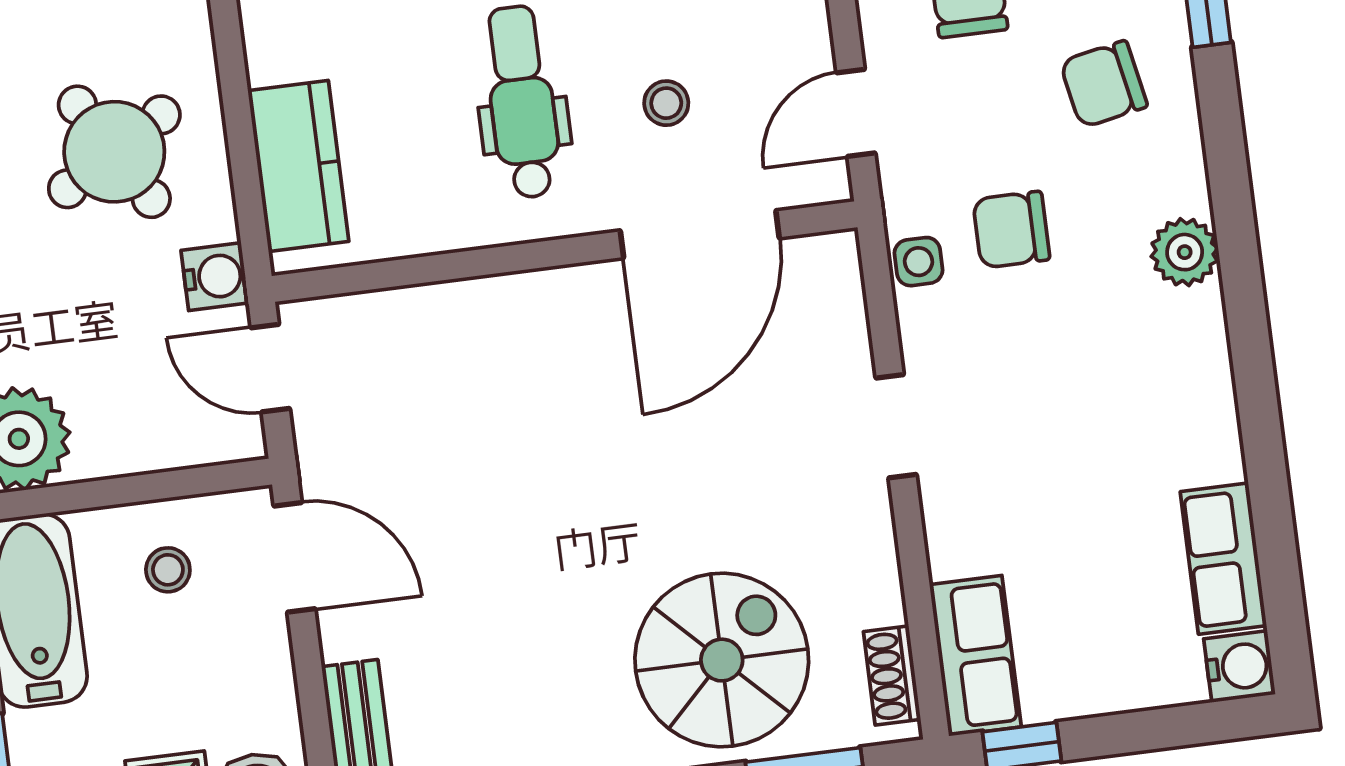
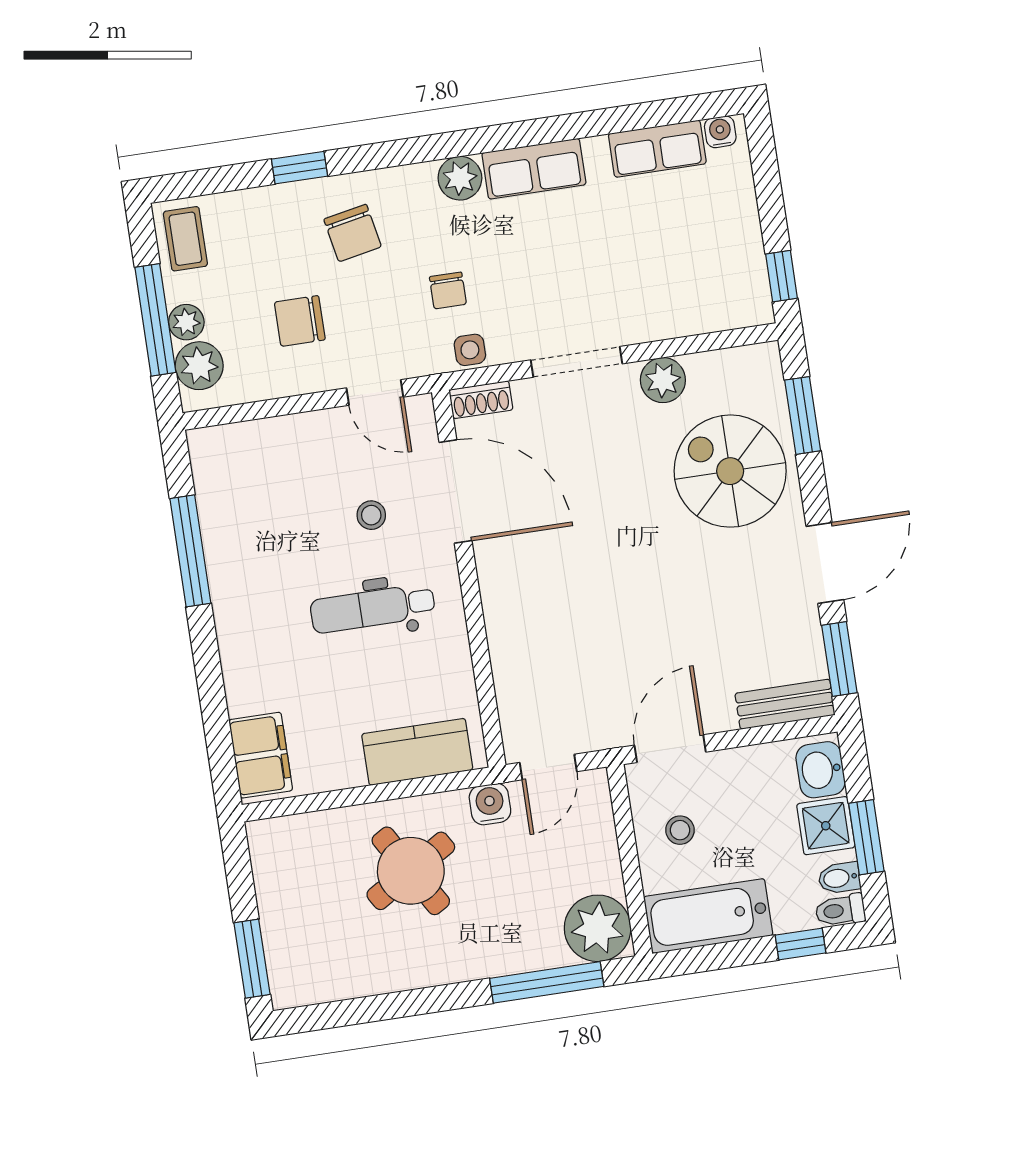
chair: (1011, 230) -> (448, 290), width x0.73, depth x0.73
doorway: (896, 426) -> (577, 362), width x1.38
plant: (865, 559) -> (663, 380), added
row of seats: (975, 656) -> (534, 169), moved, turned 180
water cooler: (1240, 667) -> (720, 132), width x0.72, depth x0.72
shoe rack: (892, 676) -> (481, 400), moved

